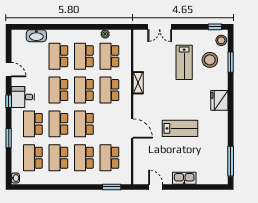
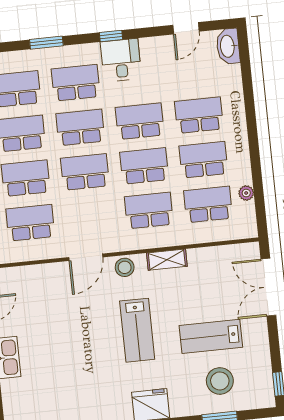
double door: (160, 27) -> (268, 287), width x1.37
washbasin: (36, 36) -> (228, 46), moved
stool: (221, 40) -> (125, 267), moved
door: (9, 70) -> (186, 28), moved
lab bench: (180, 128) -> (137, 330), moved

